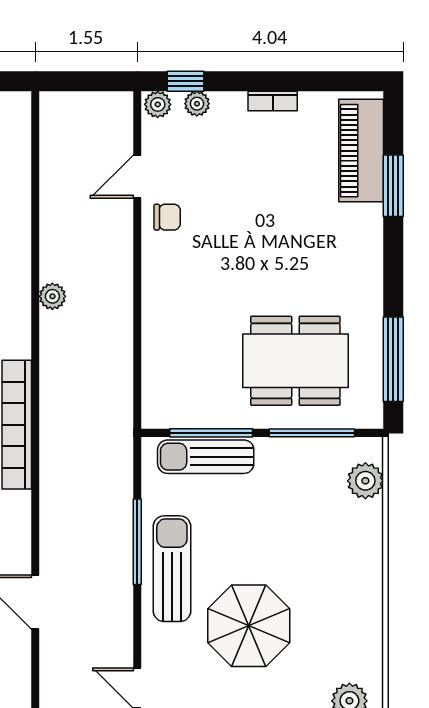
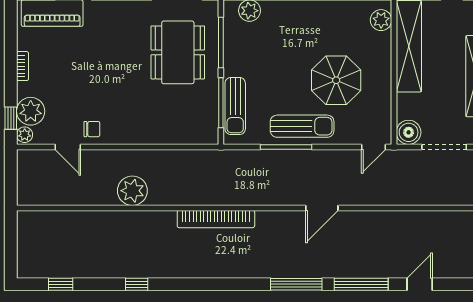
plant: (197, 104) -> (31, 111), width x1.88, depth x1.88
chair: (167, 217) -> (92, 129), turned 90
plant: (52, 296) -> (132, 191), width x1.87, depth x1.87
sun lounger: (172, 569) -> (302, 126), turned 180

